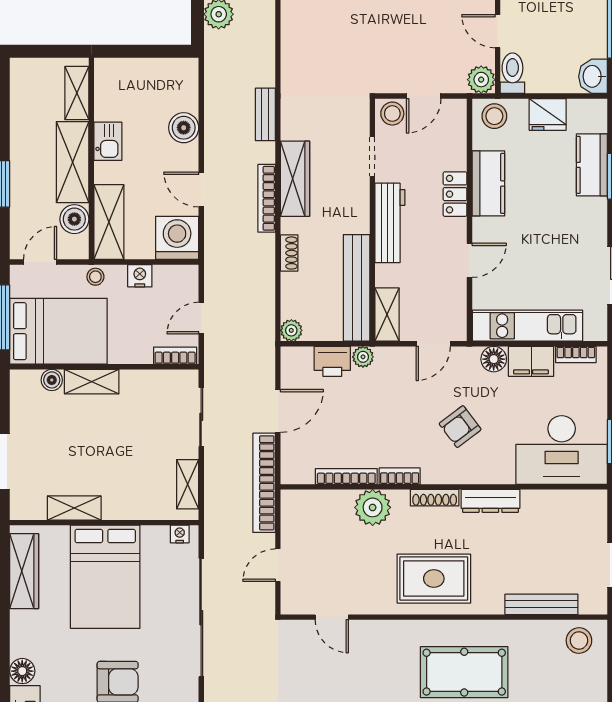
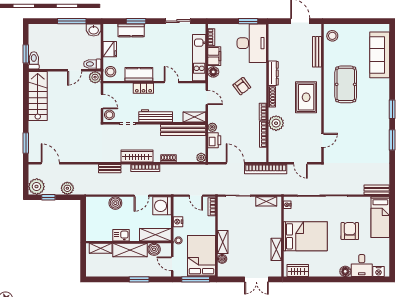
wardrobe: (24, 571) -> (298, 271), width x0.67

